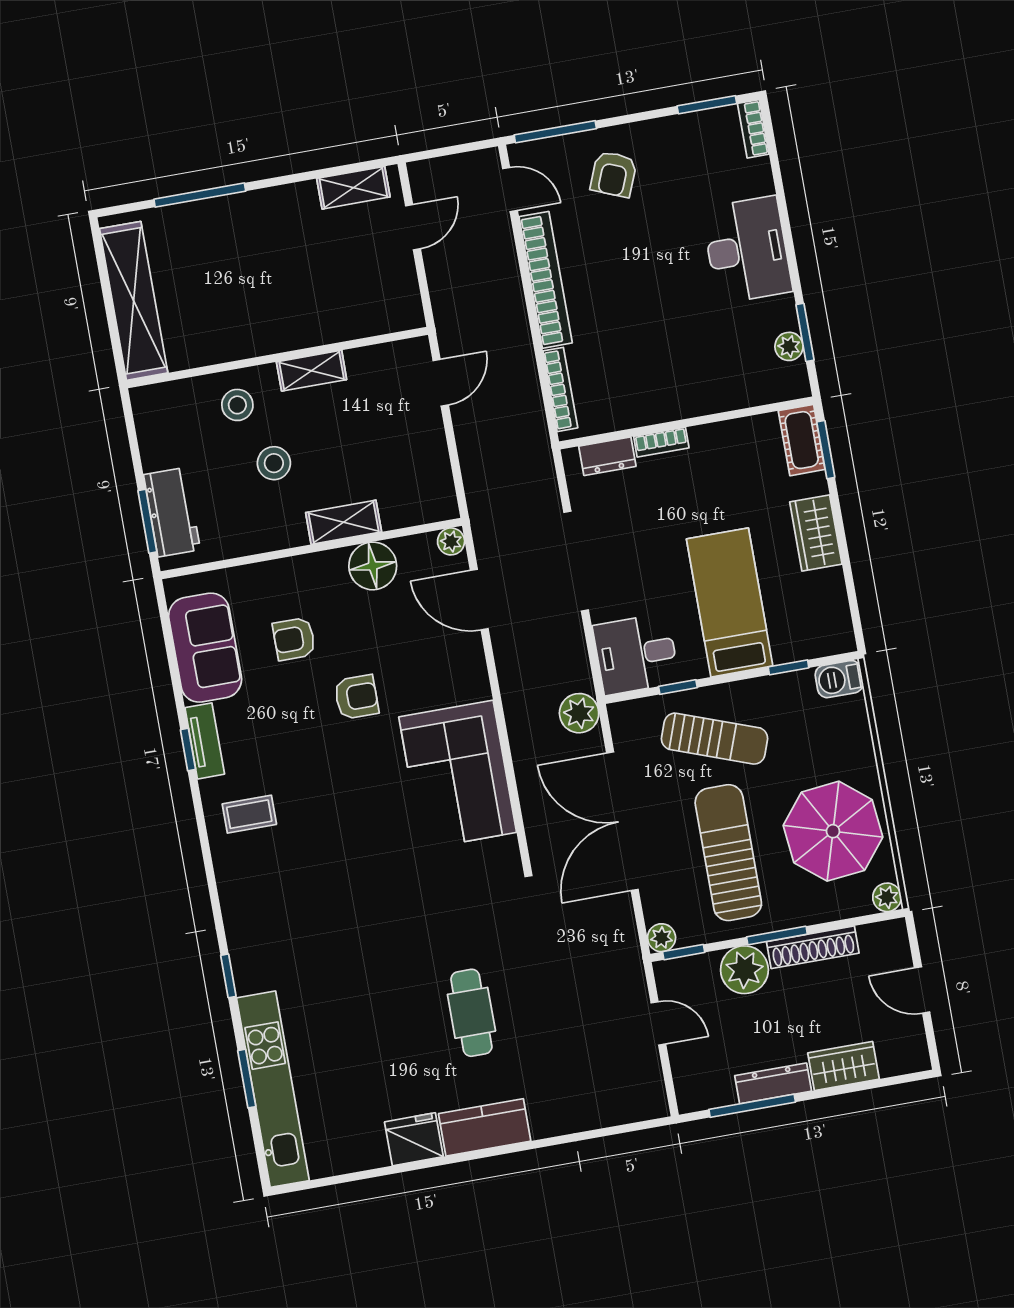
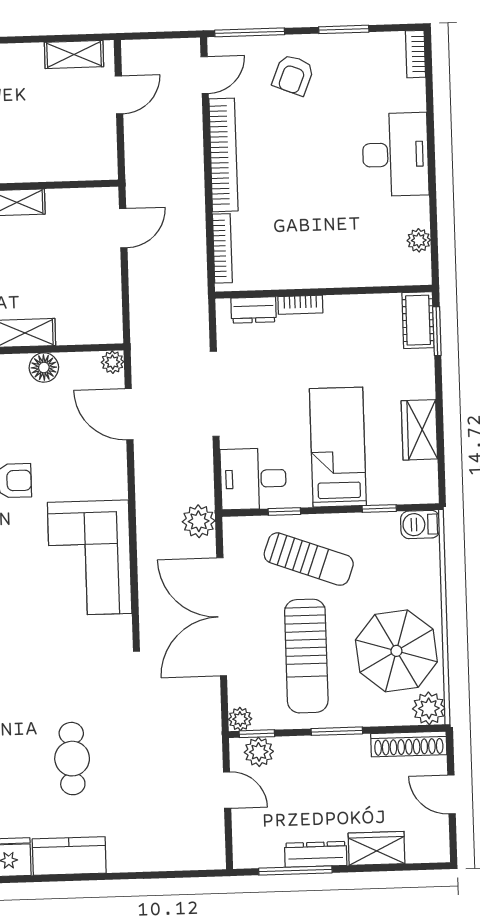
window: (707, 105) -> (344, 29), moved
door: (510, 190) -> (205, 75), hinge flipped
window: (805, 332) -> (434, 231), removed
wardrobe: (816, 533) -> (419, 430), moved
floor lamp: (373, 566) -> (44, 367), width x0.73, depth x0.73
sun lounger: (728, 853) -> (306, 656), turned 180
plant: (887, 897) -> (429, 708), width x1.38, depth x1.38
shoe rack: (813, 947) -> (409, 744), moved
plant: (744, 970) -> (259, 752), moved, width x0.73, depth x0.73

